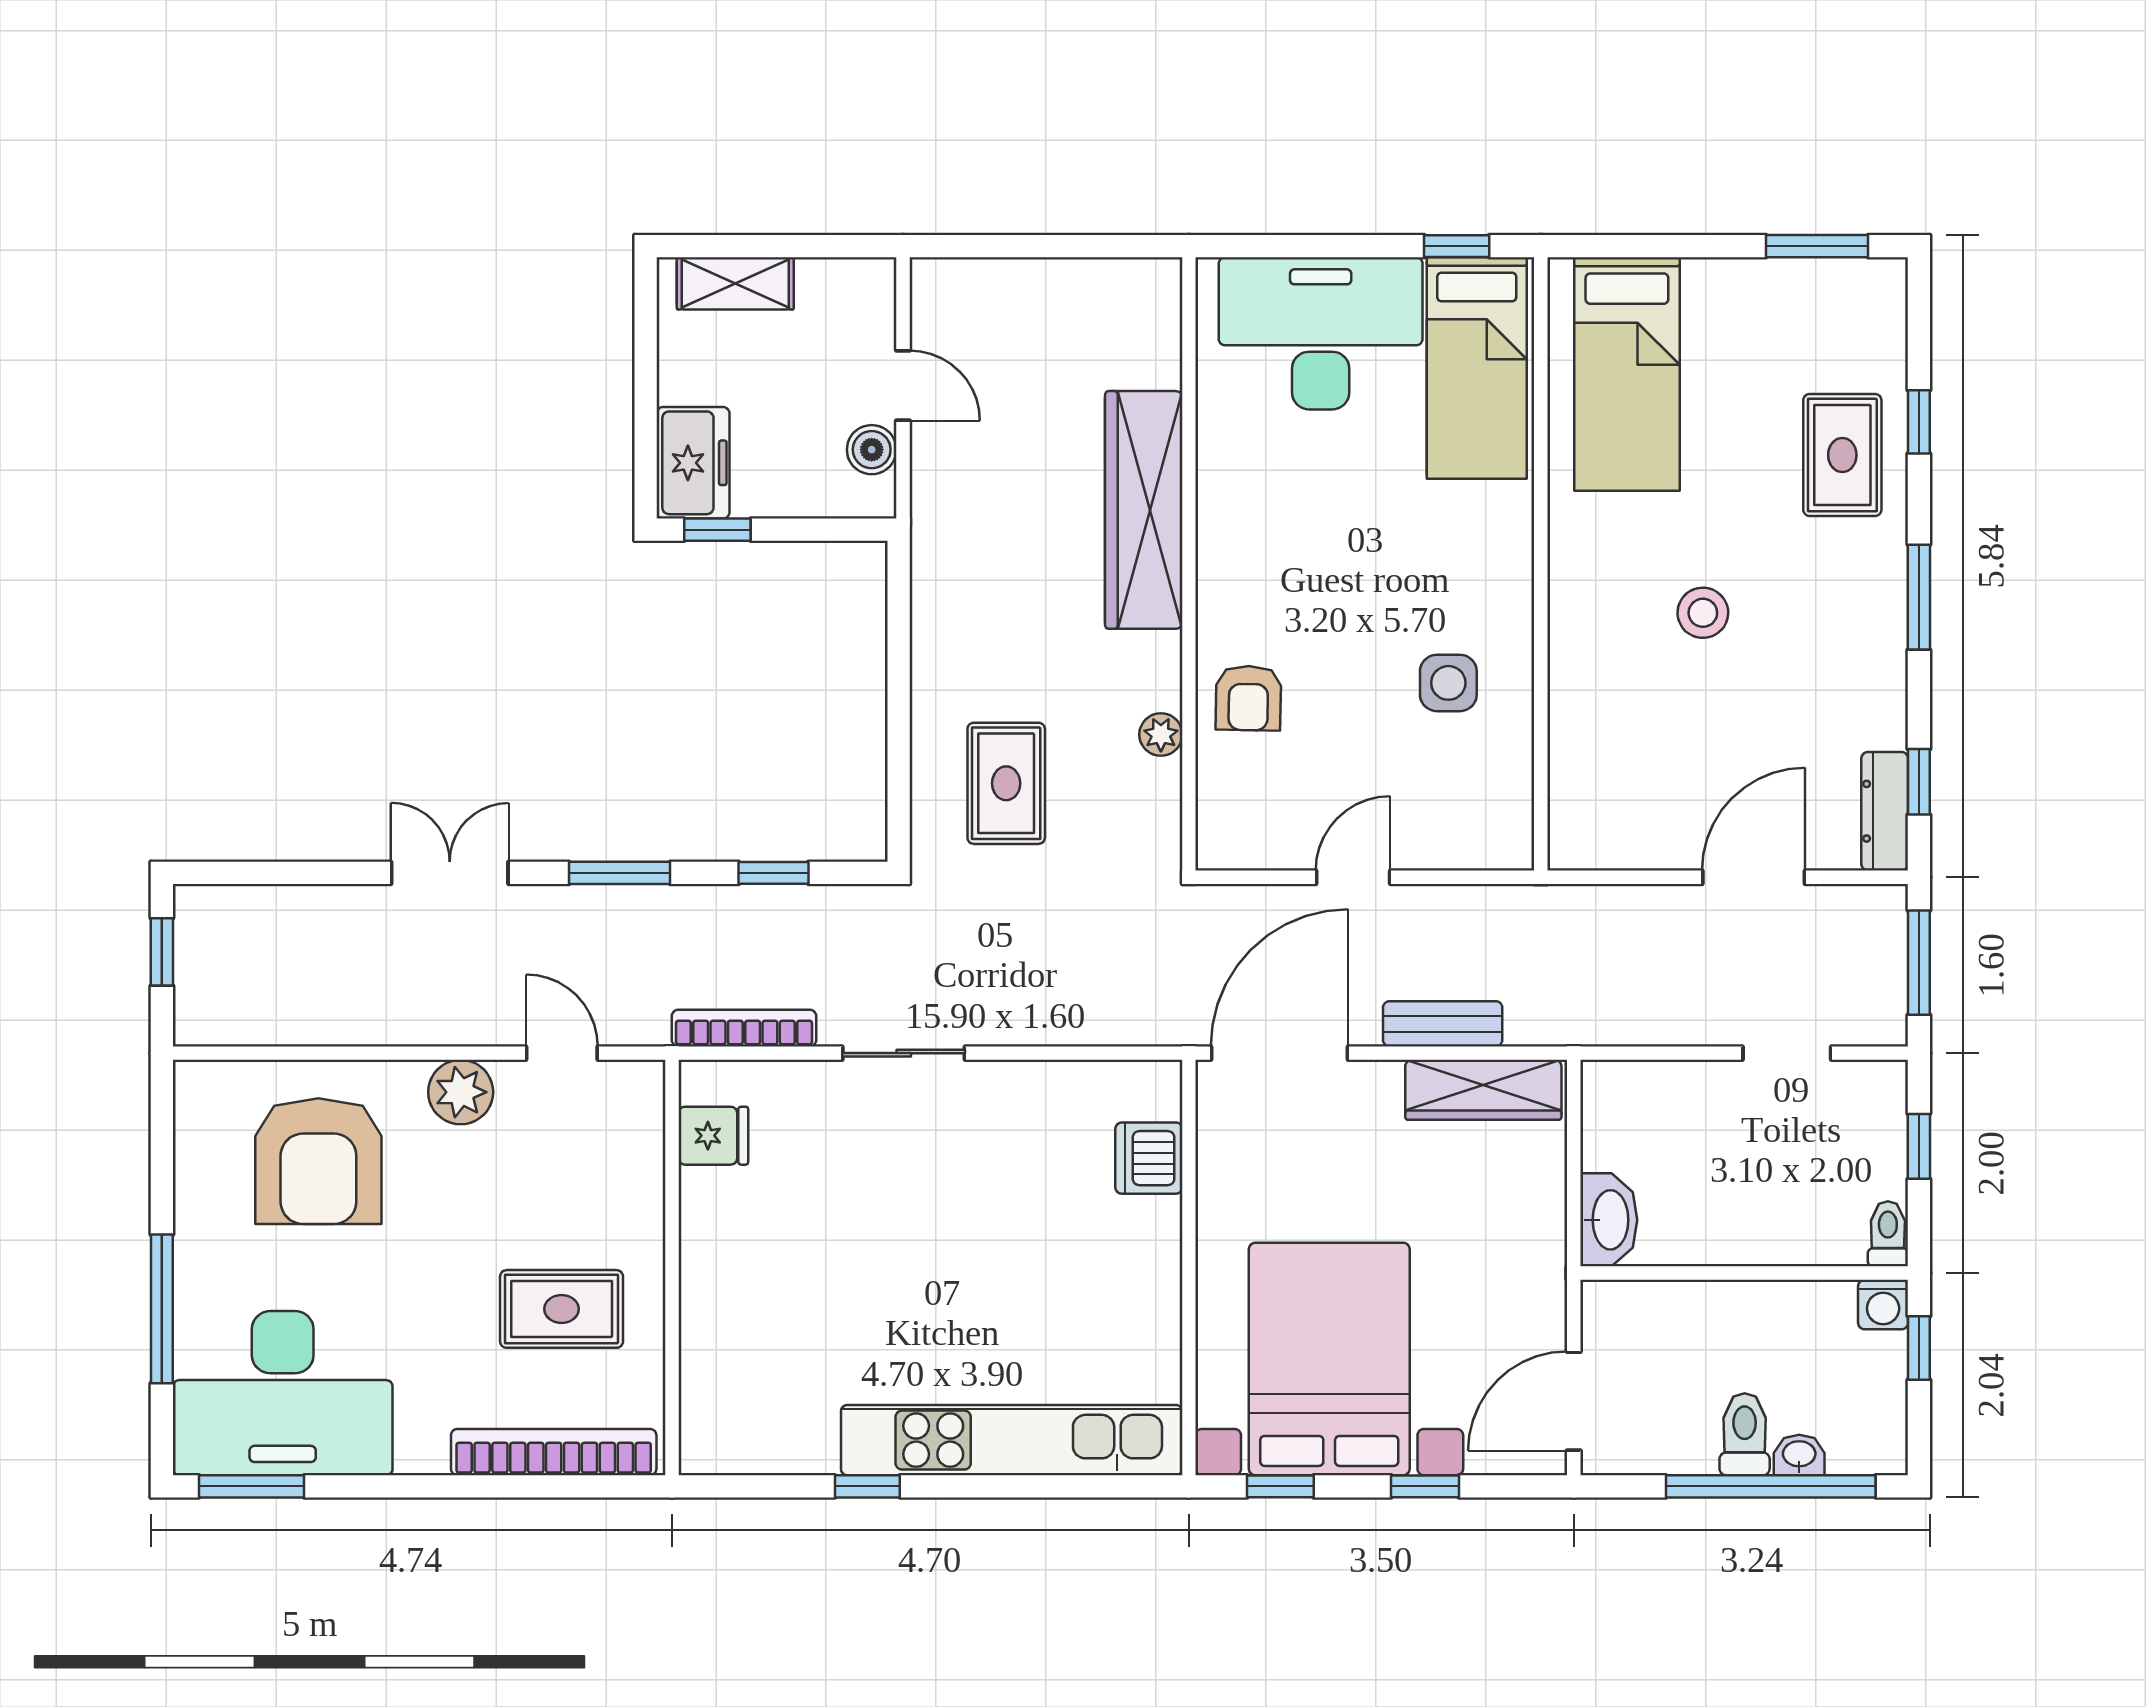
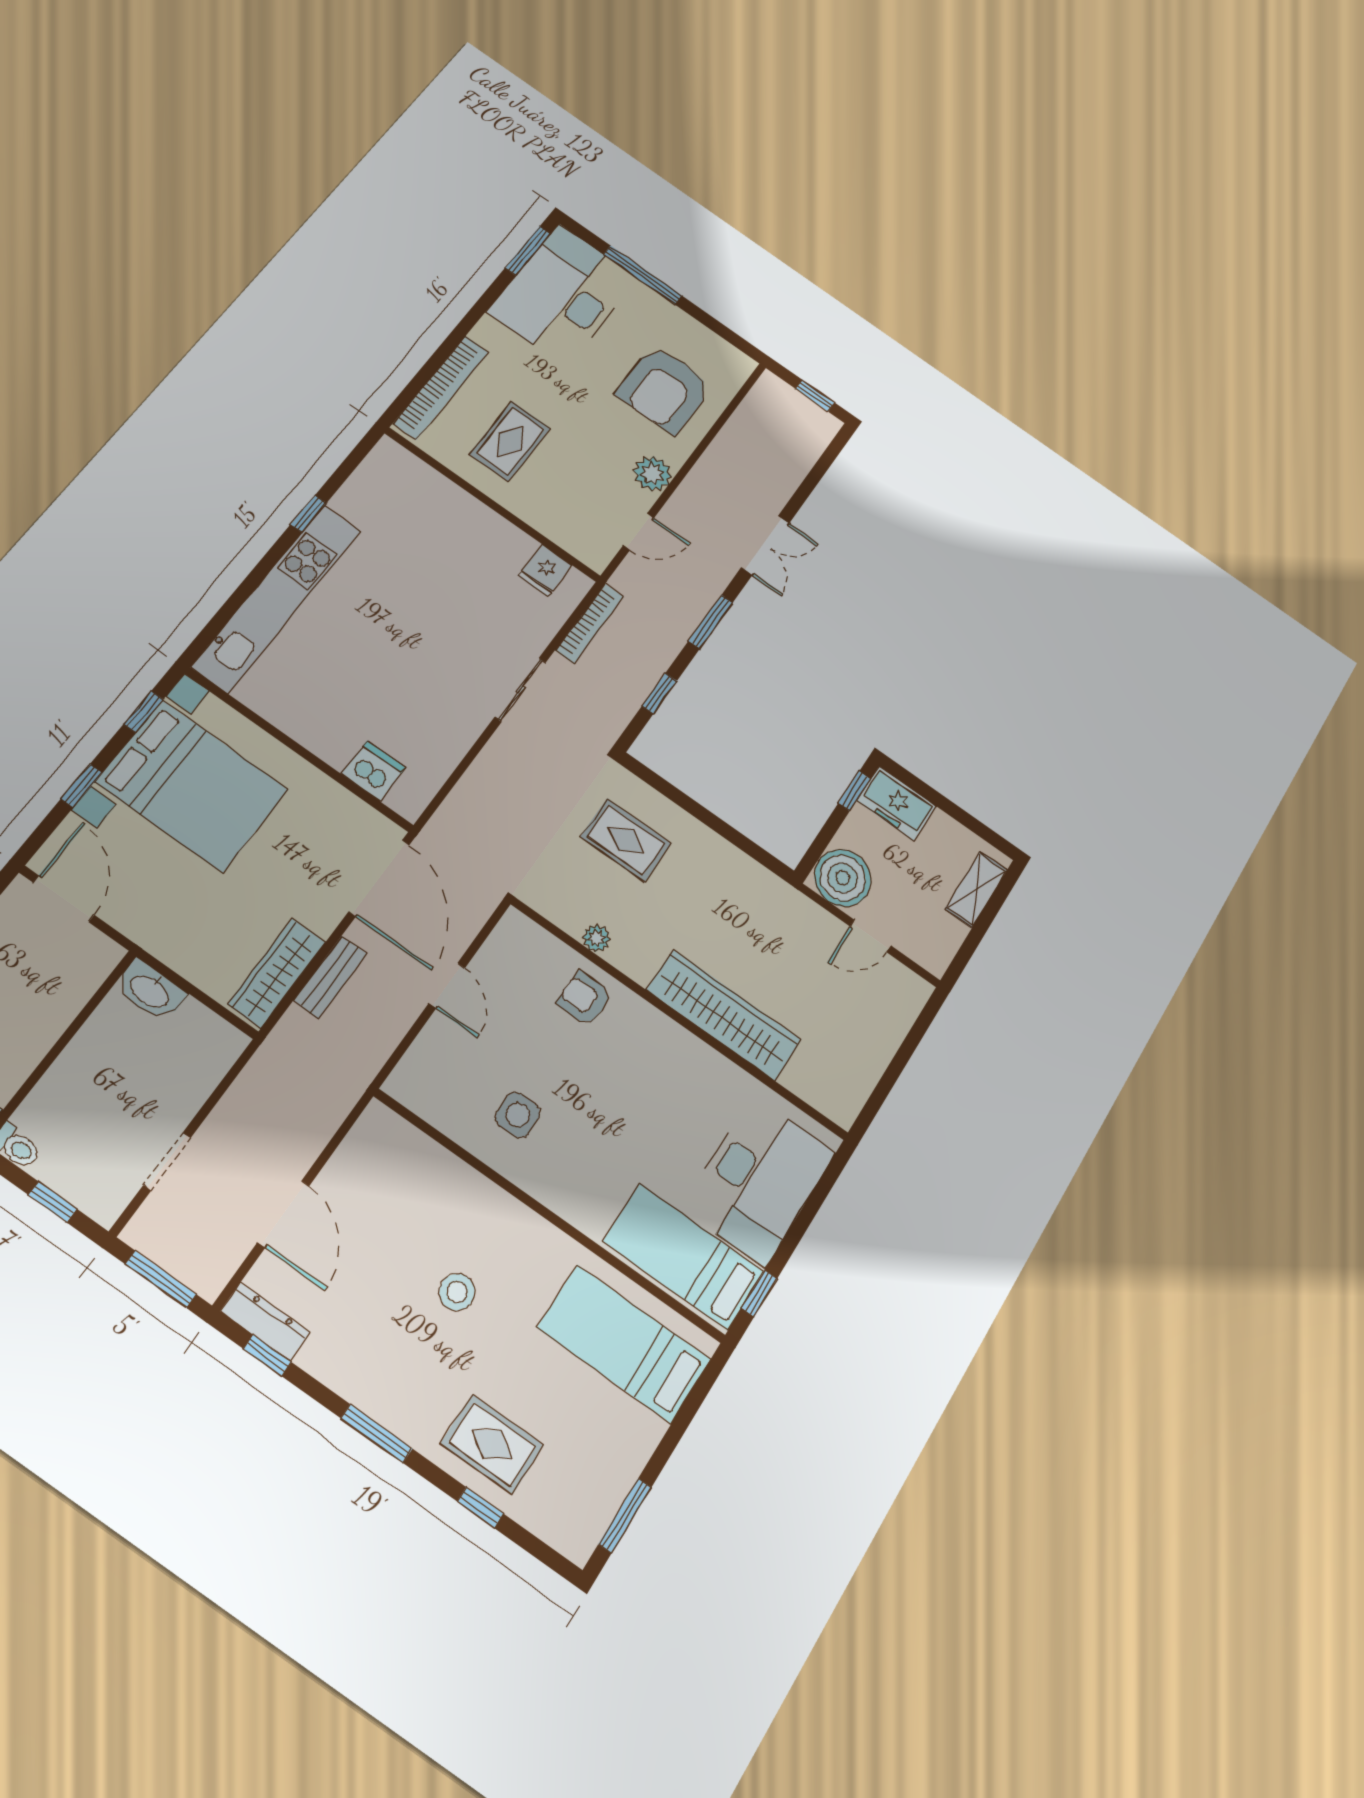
boiler: (872, 450) -> (843, 878), width x1.86, depth x1.86
armchair: (318, 1161) -> (664, 389), turned -90

